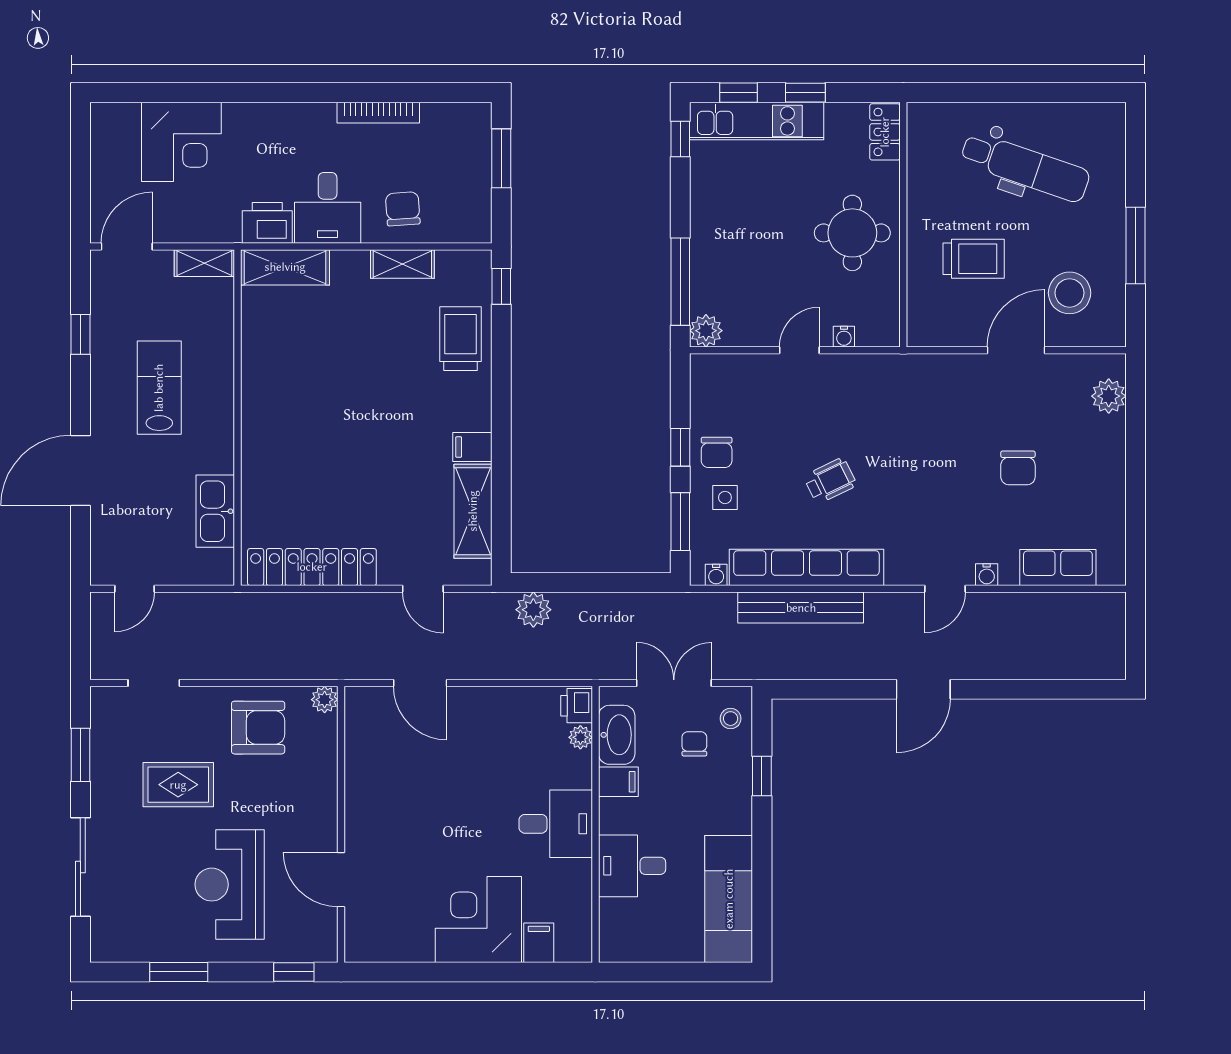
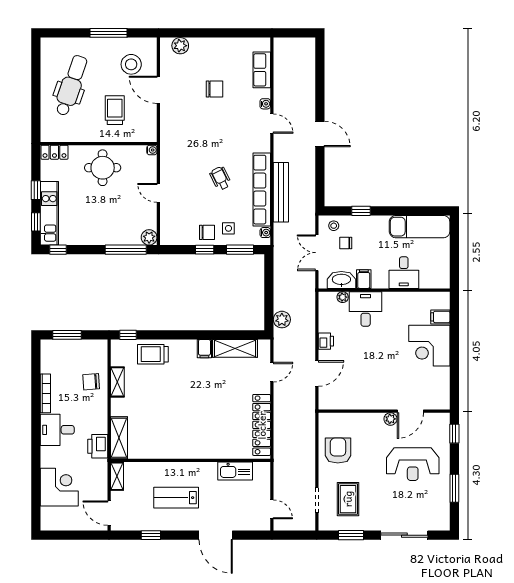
desk: (328, 208) -> (57, 430), moved, turned 180
water cooler: (844, 337) -> (152, 150), moved
plant: (325, 700) -> (390, 419), moved
printer: (577, 706) -> (326, 341), moved, turned -90
rug: (178, 785) -> (348, 499), moved
desk: (556, 824) -> (366, 309), moved

